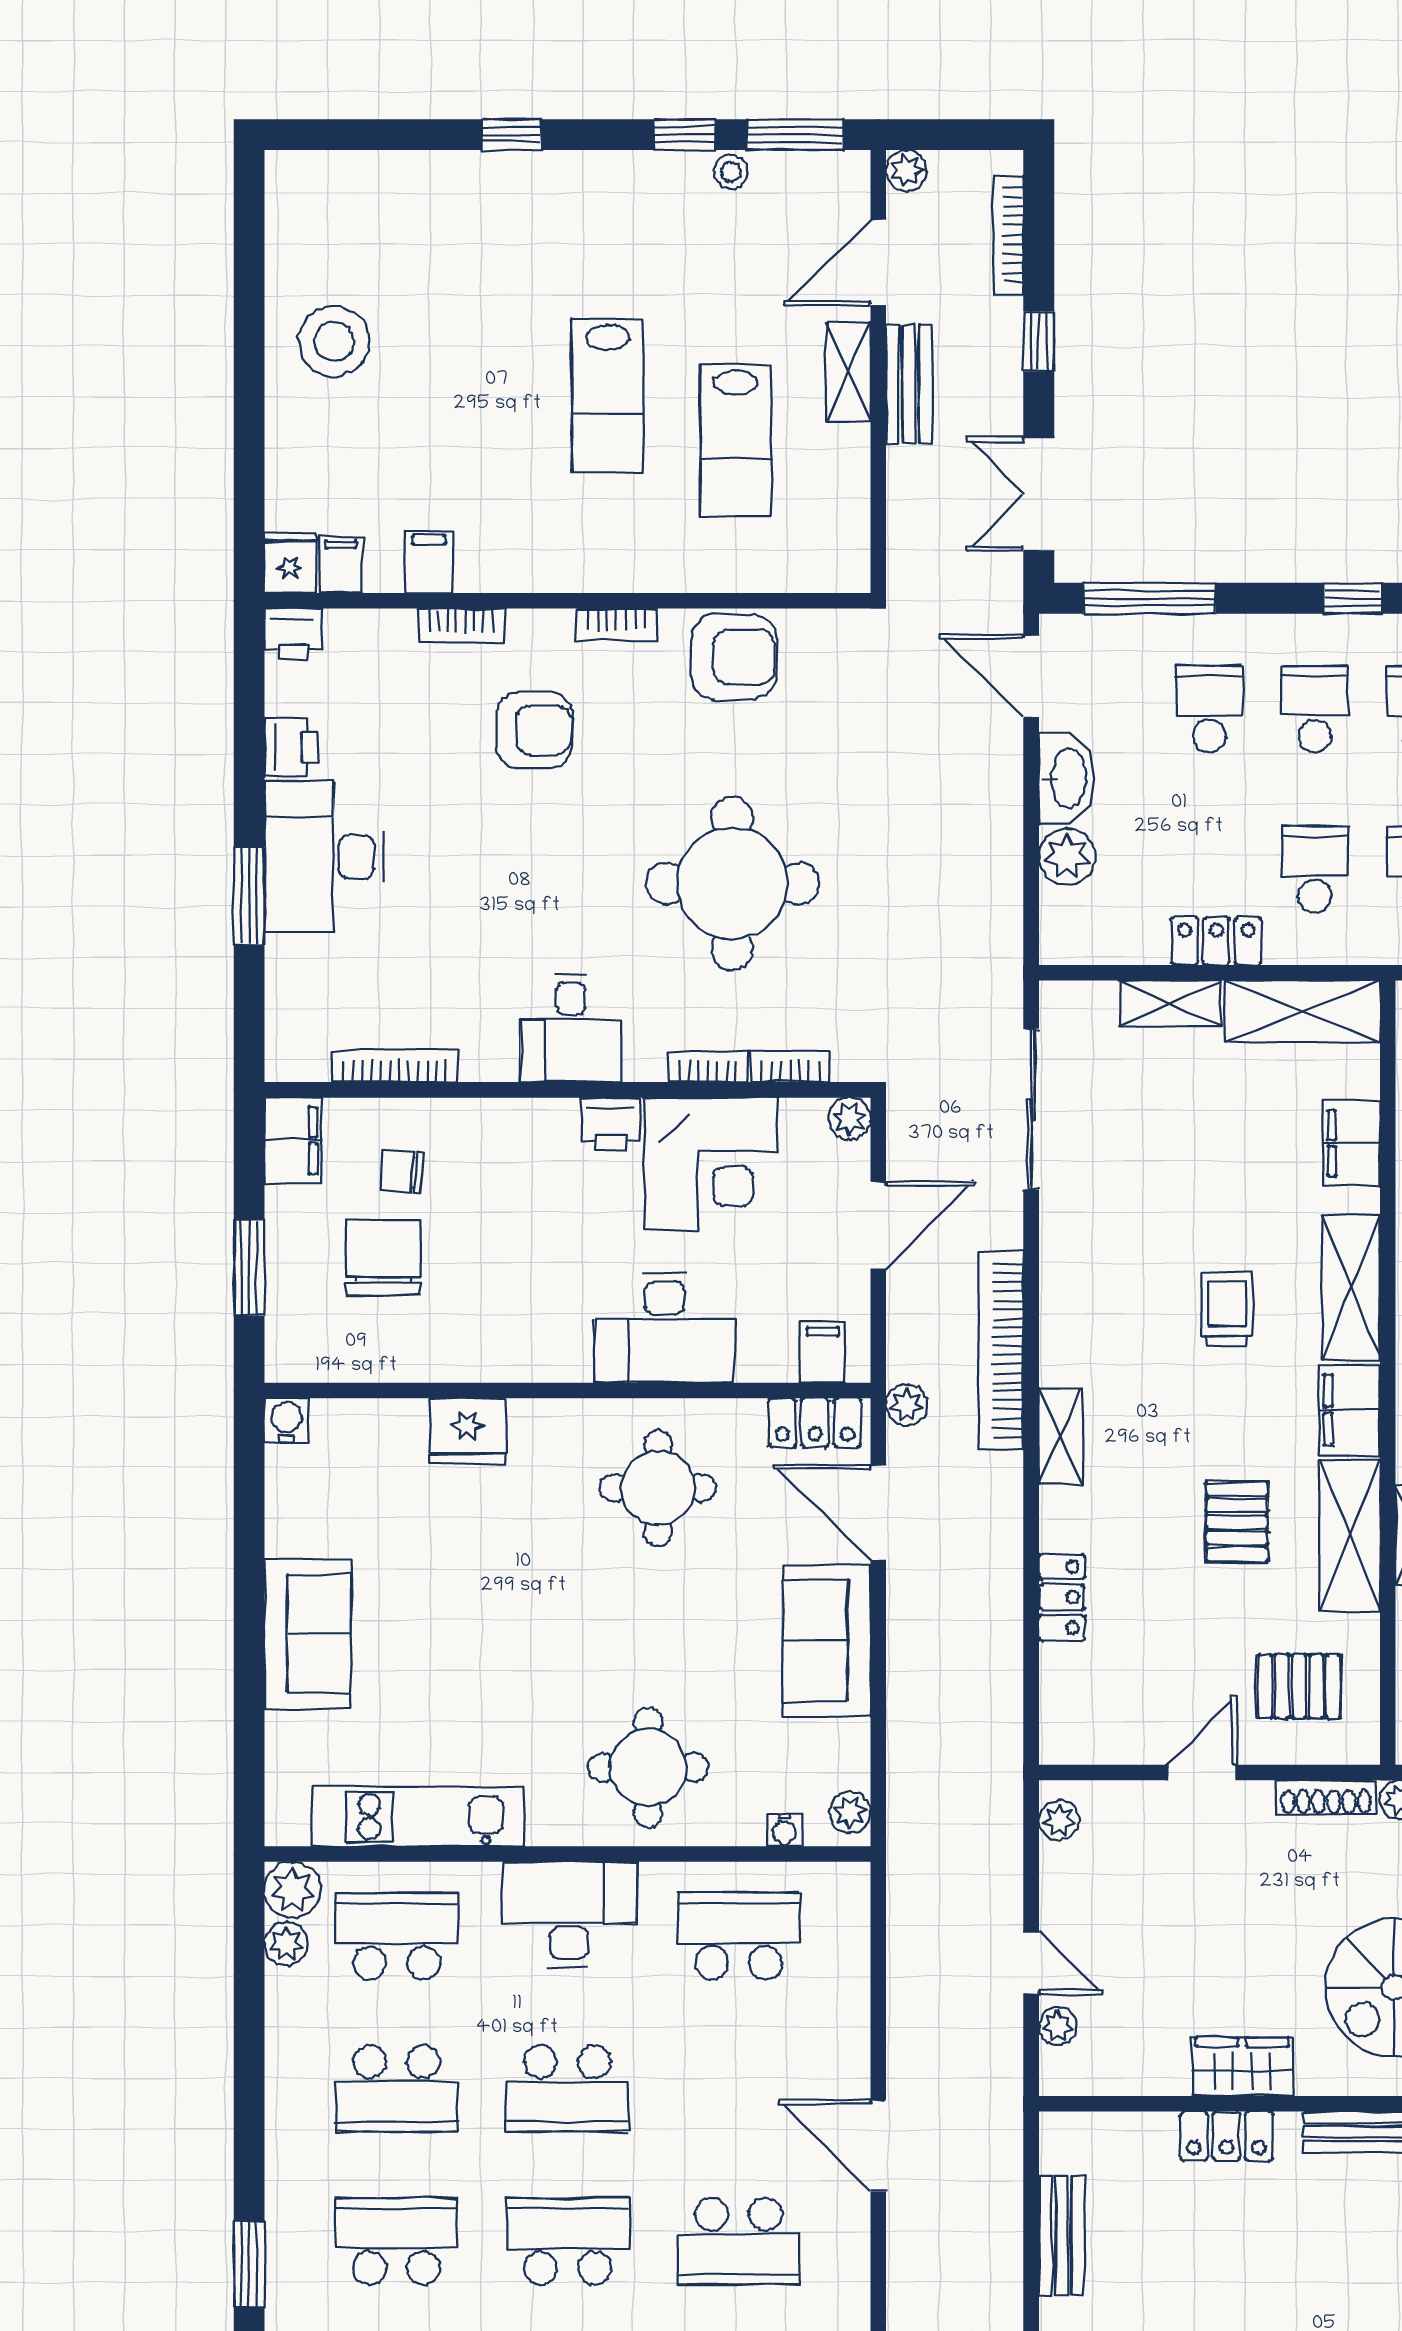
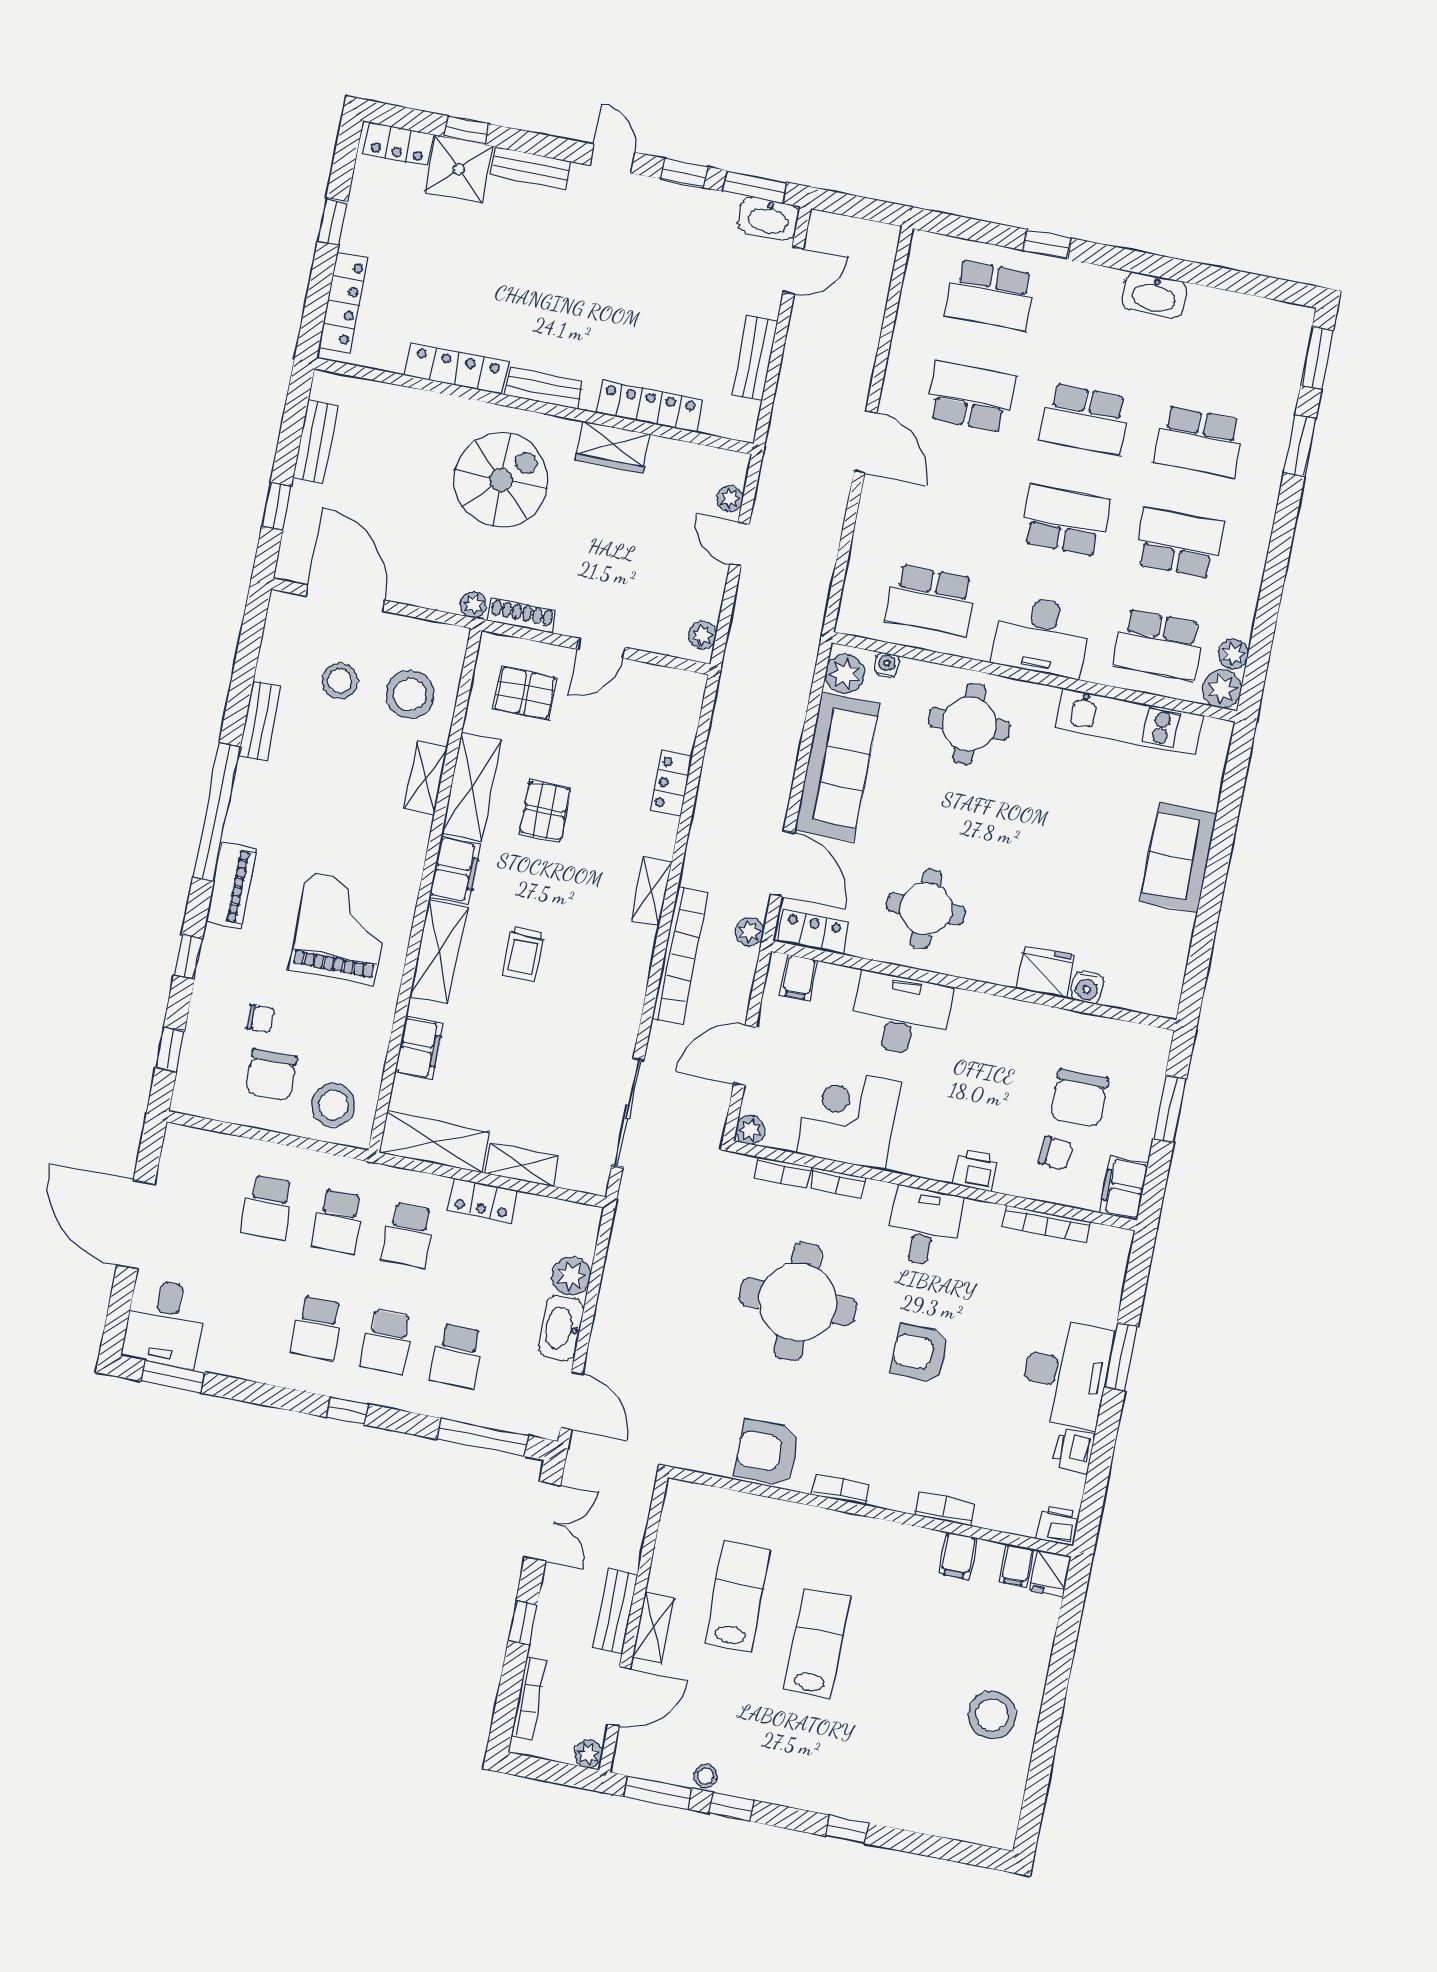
armchair: (534, 730) -> (920, 1353), moved
printer: (611, 1124) -> (976, 1170), moved
water cooler: (287, 1420) -> (1087, 987), moved
sofa: (827, 1641) -> (837, 767), width x1.36
plant: (850, 1812) -> (845, 674), width x1.38, depth x1.38
locker: (1226, 2136) -> (649, 406), width x1.53

